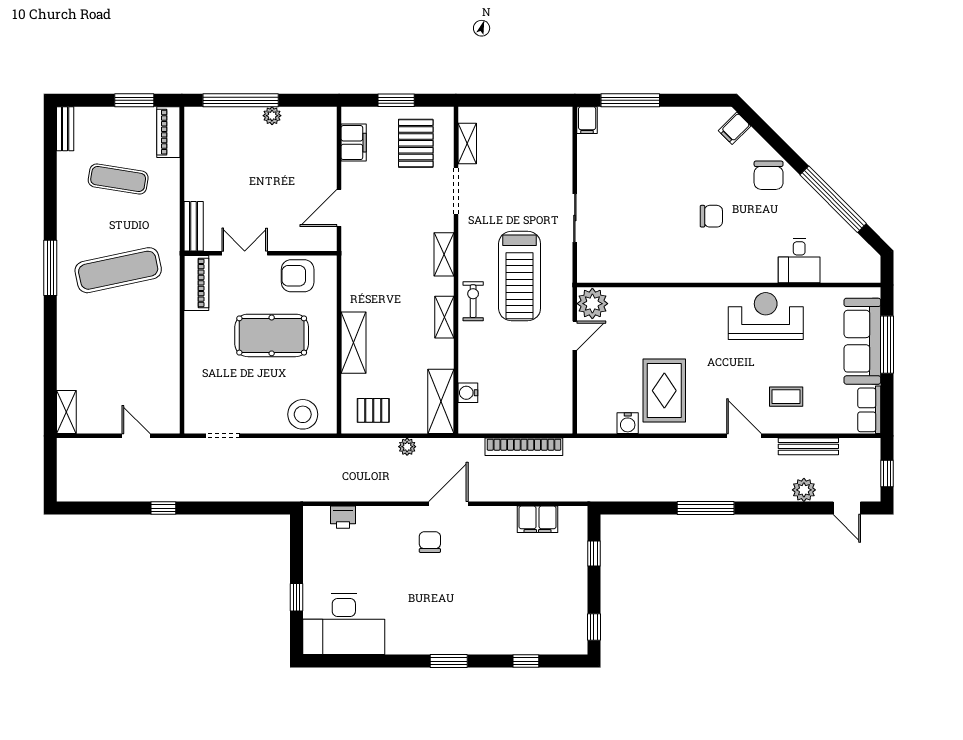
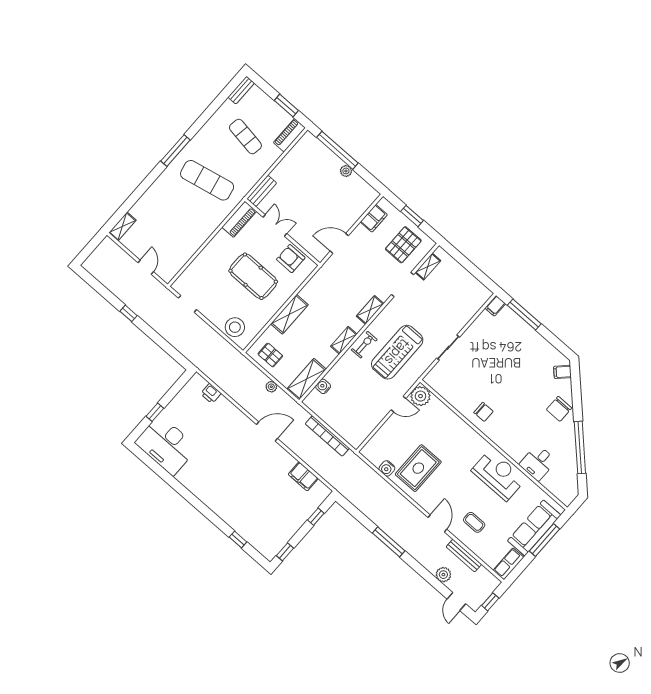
chair: (711, 216) -> (484, 412), moved
chair: (430, 542) -> (242, 442), removed
window: (449, 661) -> (201, 507), removed

